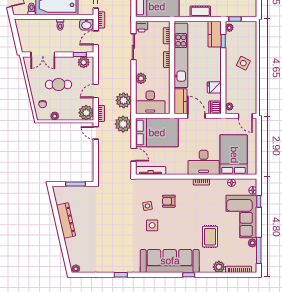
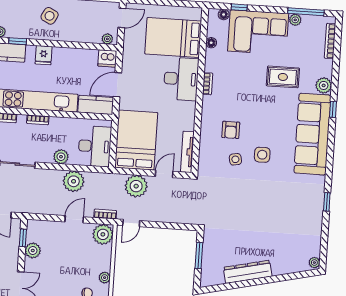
plant: (84, 62) -> (33, 250), moved
cafe table: (58, 84) -> (62, 270), removed
fridge: (214, 87) -> (44, 55), moved
door: (96, 91) -> (74, 219), swing flipped
plant: (124, 100) -> (74, 181), moved
plant: (123, 124) -> (136, 186), moved
plant: (219, 267) -> (324, 85), moved

